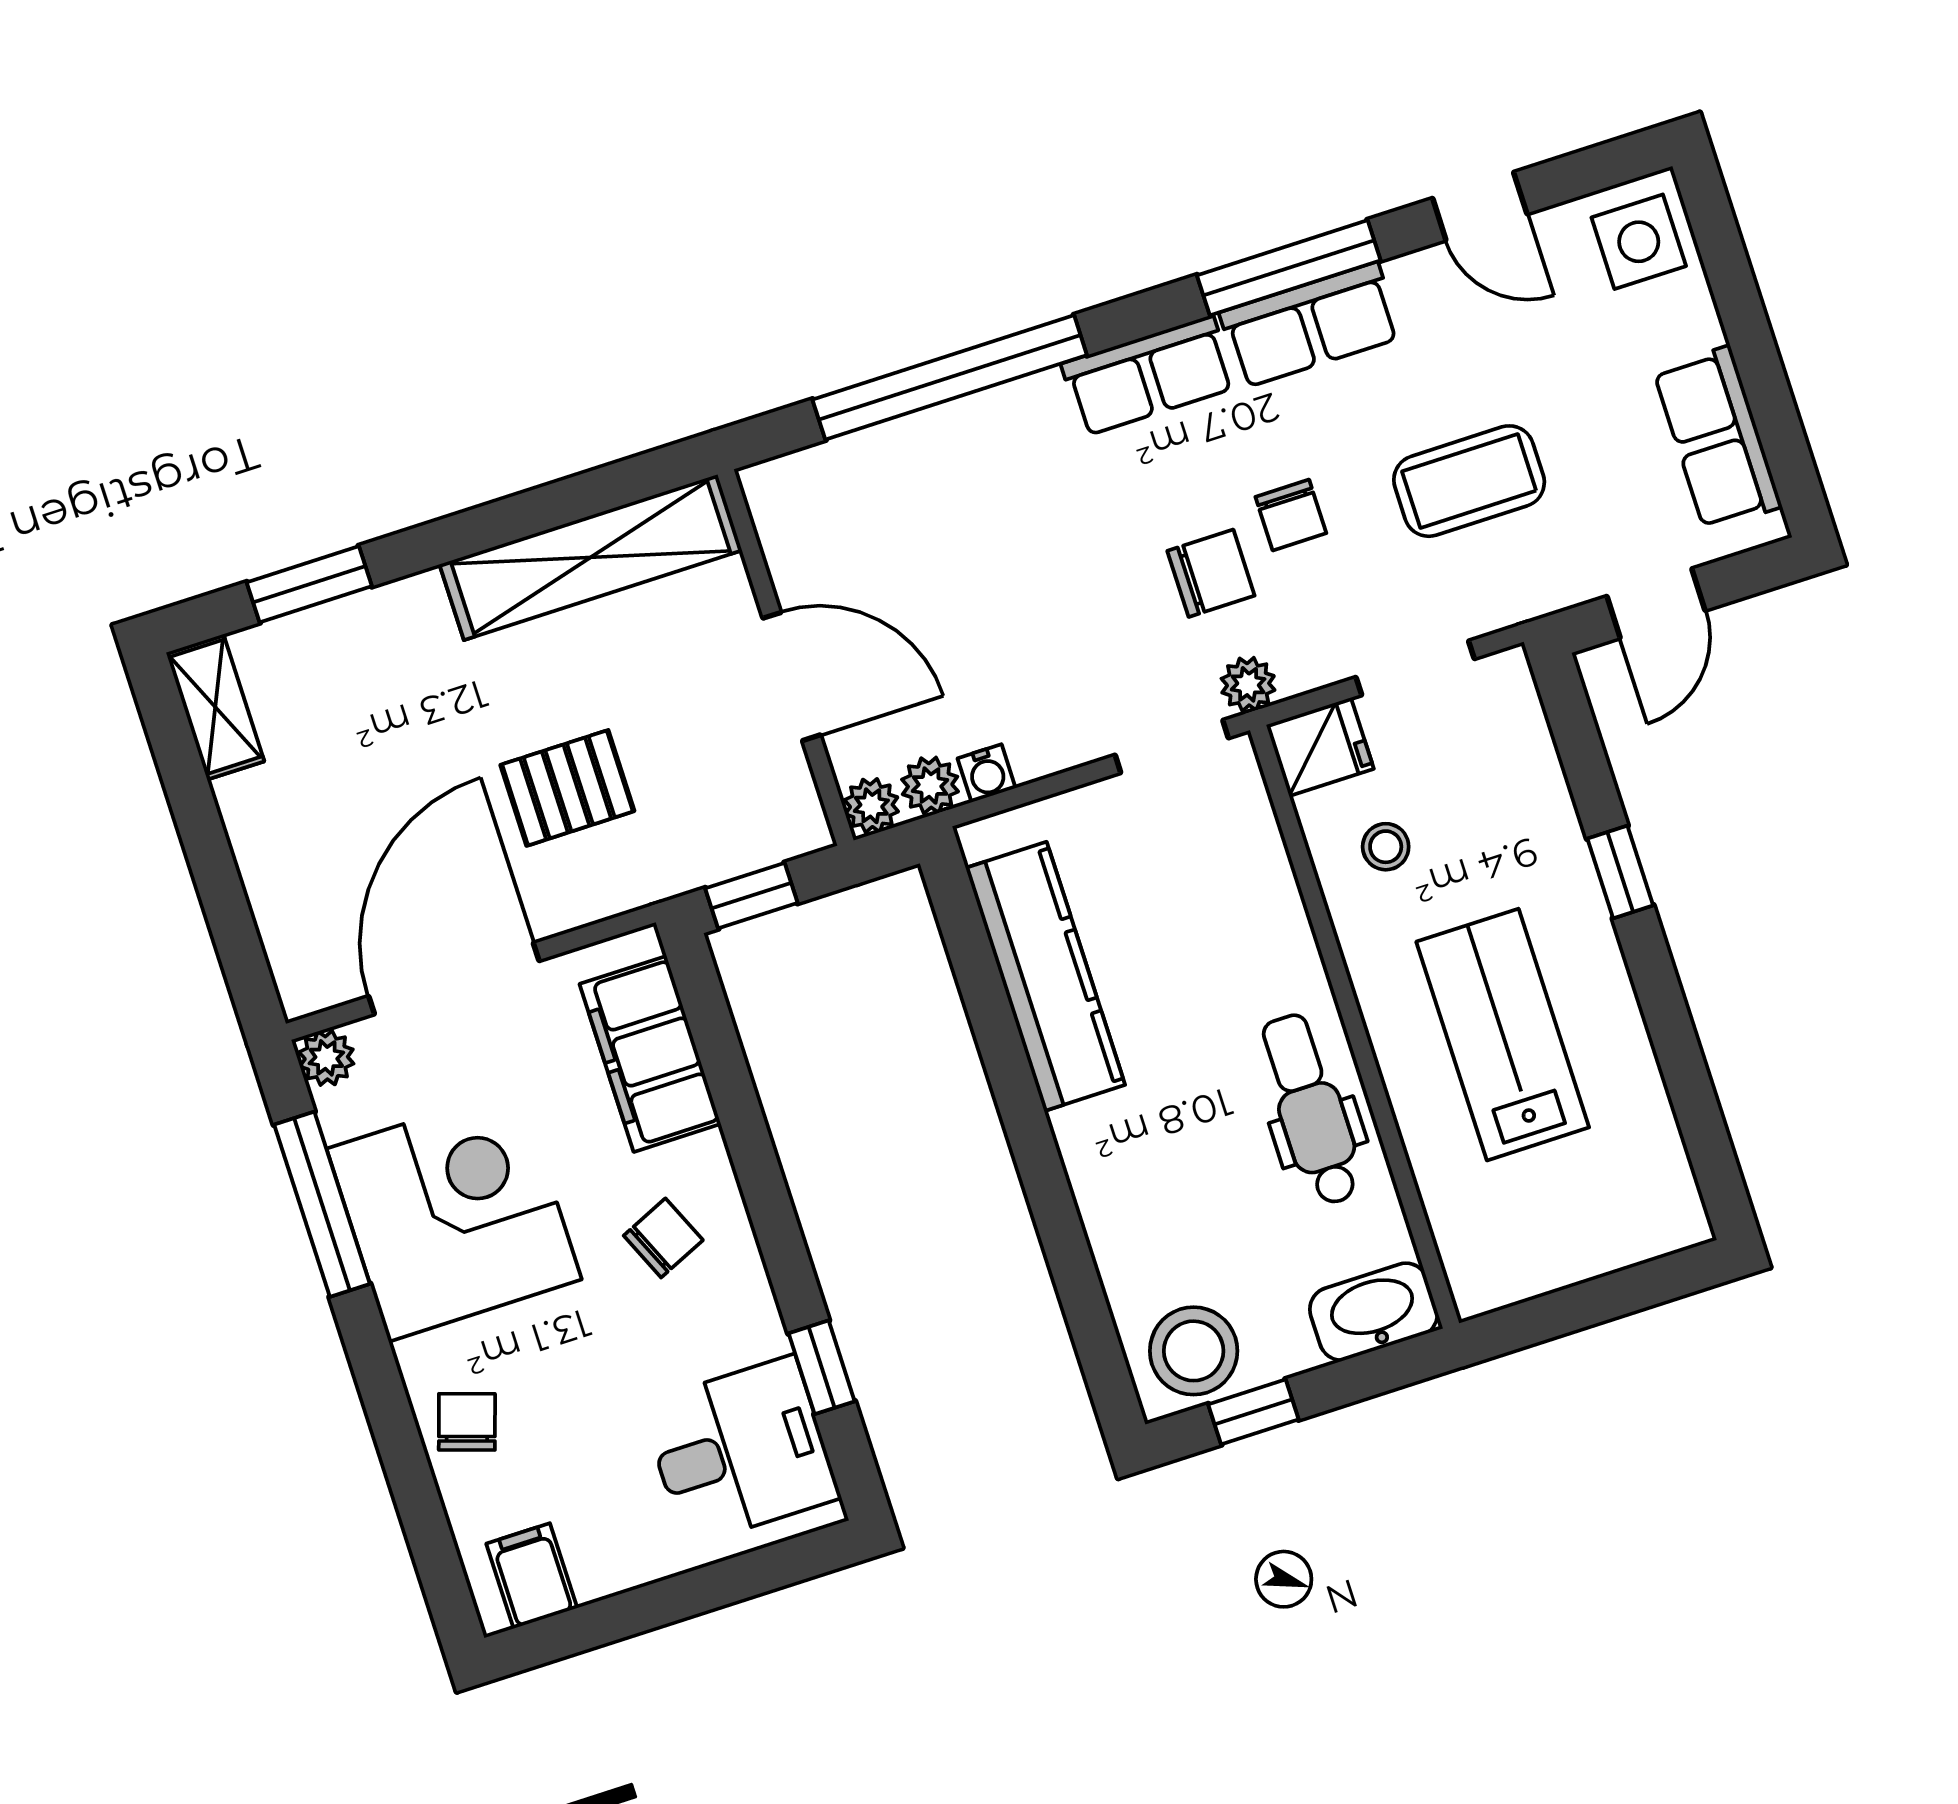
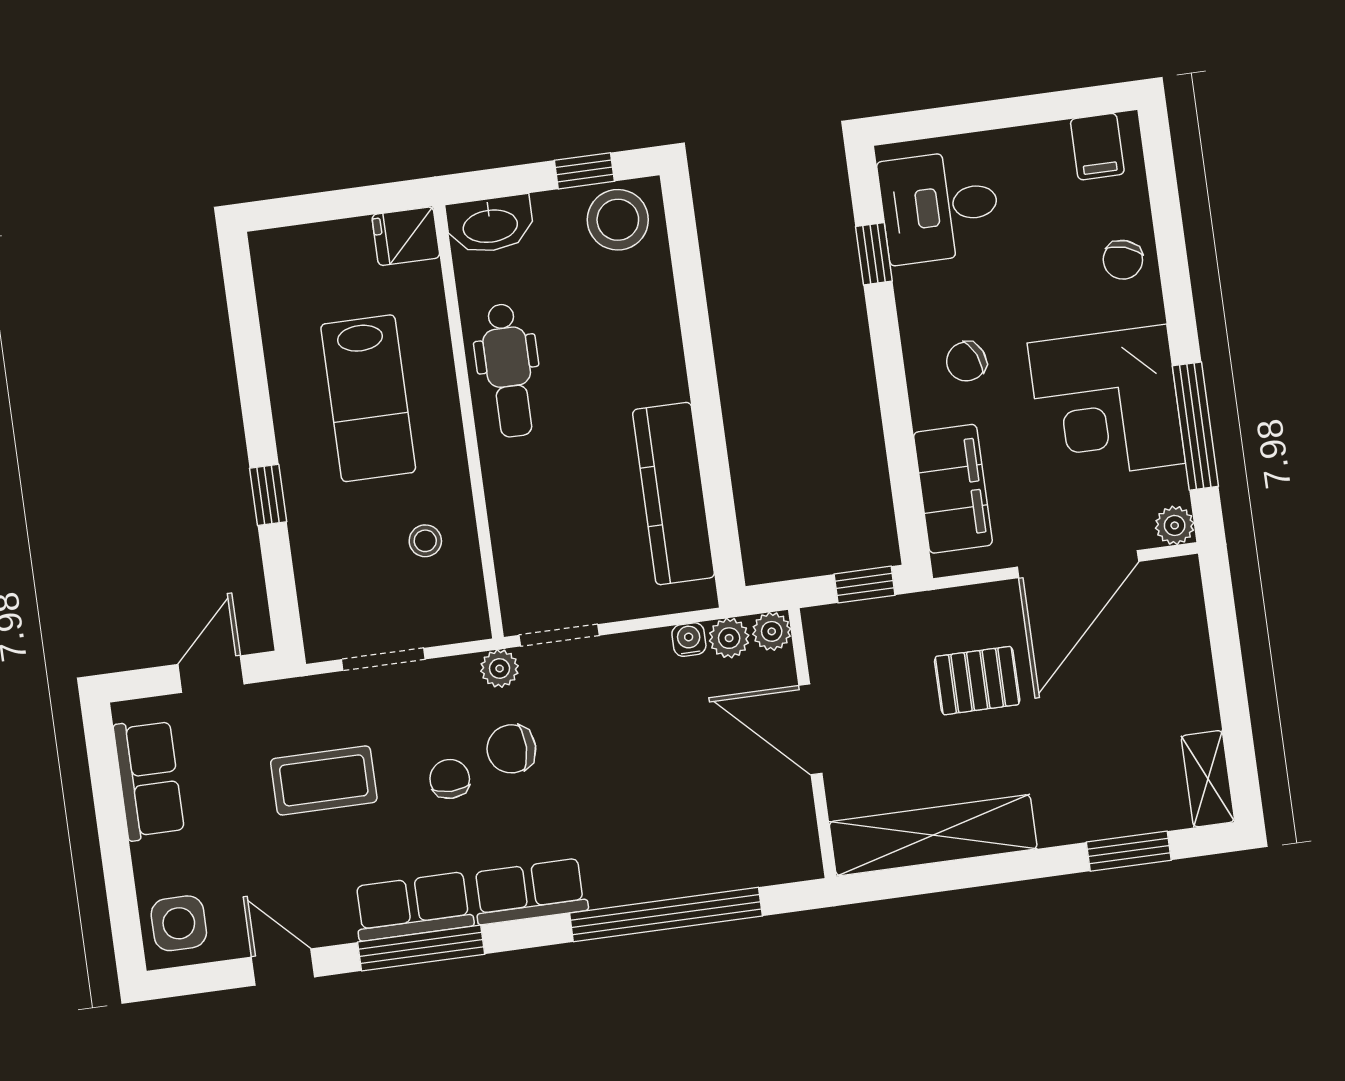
fridge: (1320, 747) -> (406, 236), moved

